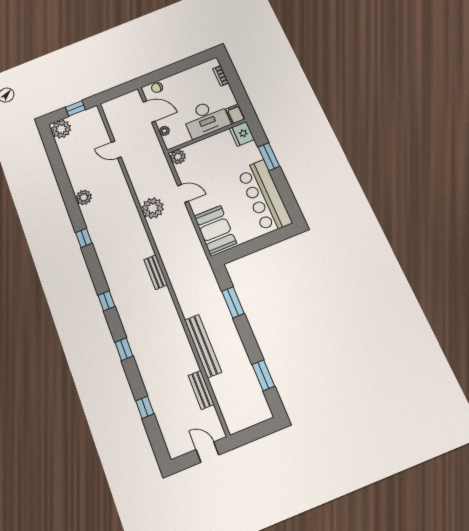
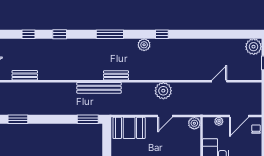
plant: (84, 197) -> (144, 45), moved
window: (106, 301) -> (110, 34), width x2.17
window: (233, 302) -> (88, 119), moved
bench: (203, 346) -> (99, 88), moved
window: (124, 349) -> (60, 34), moved

